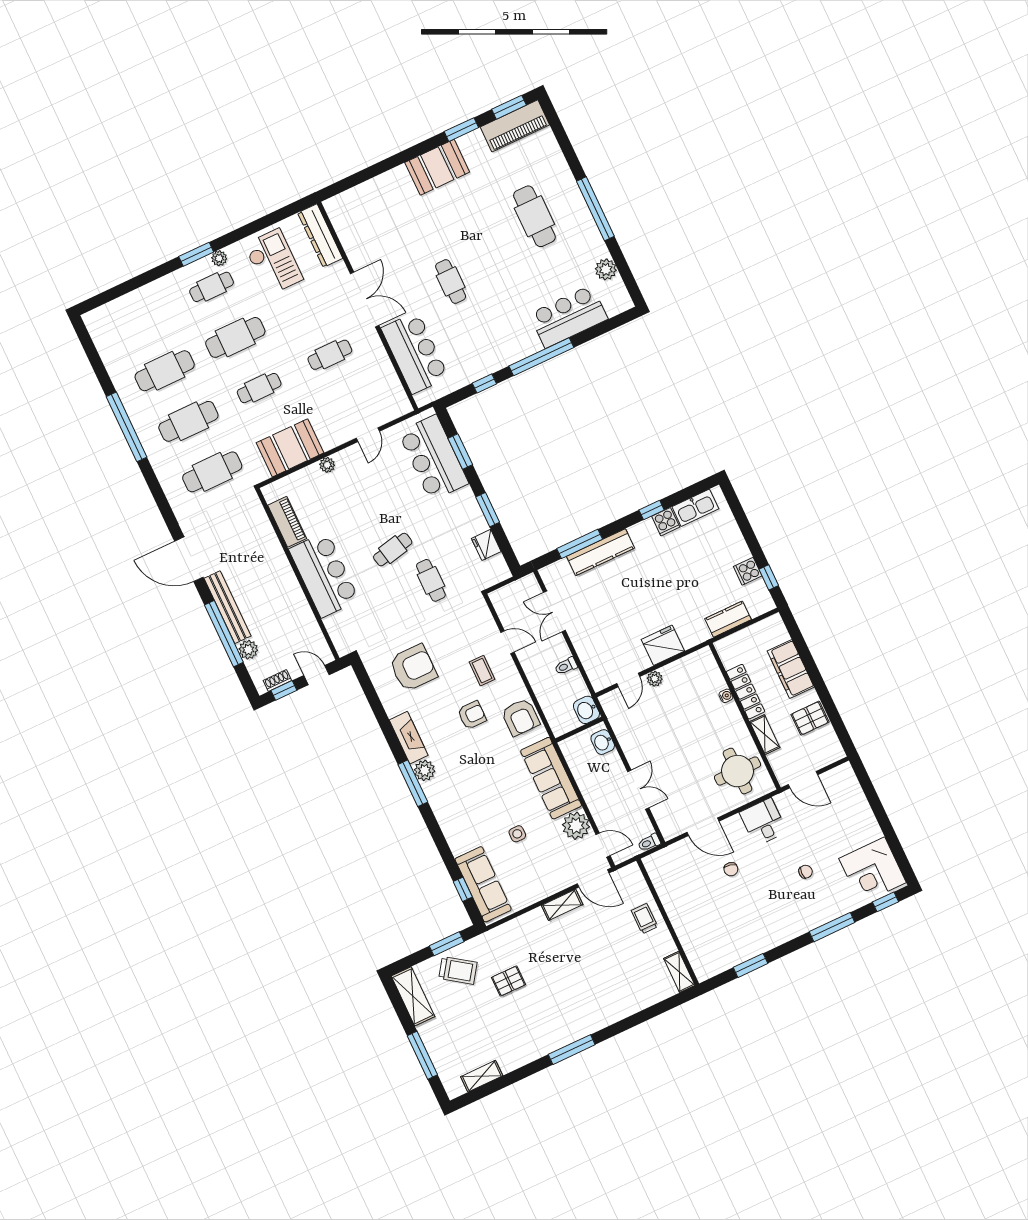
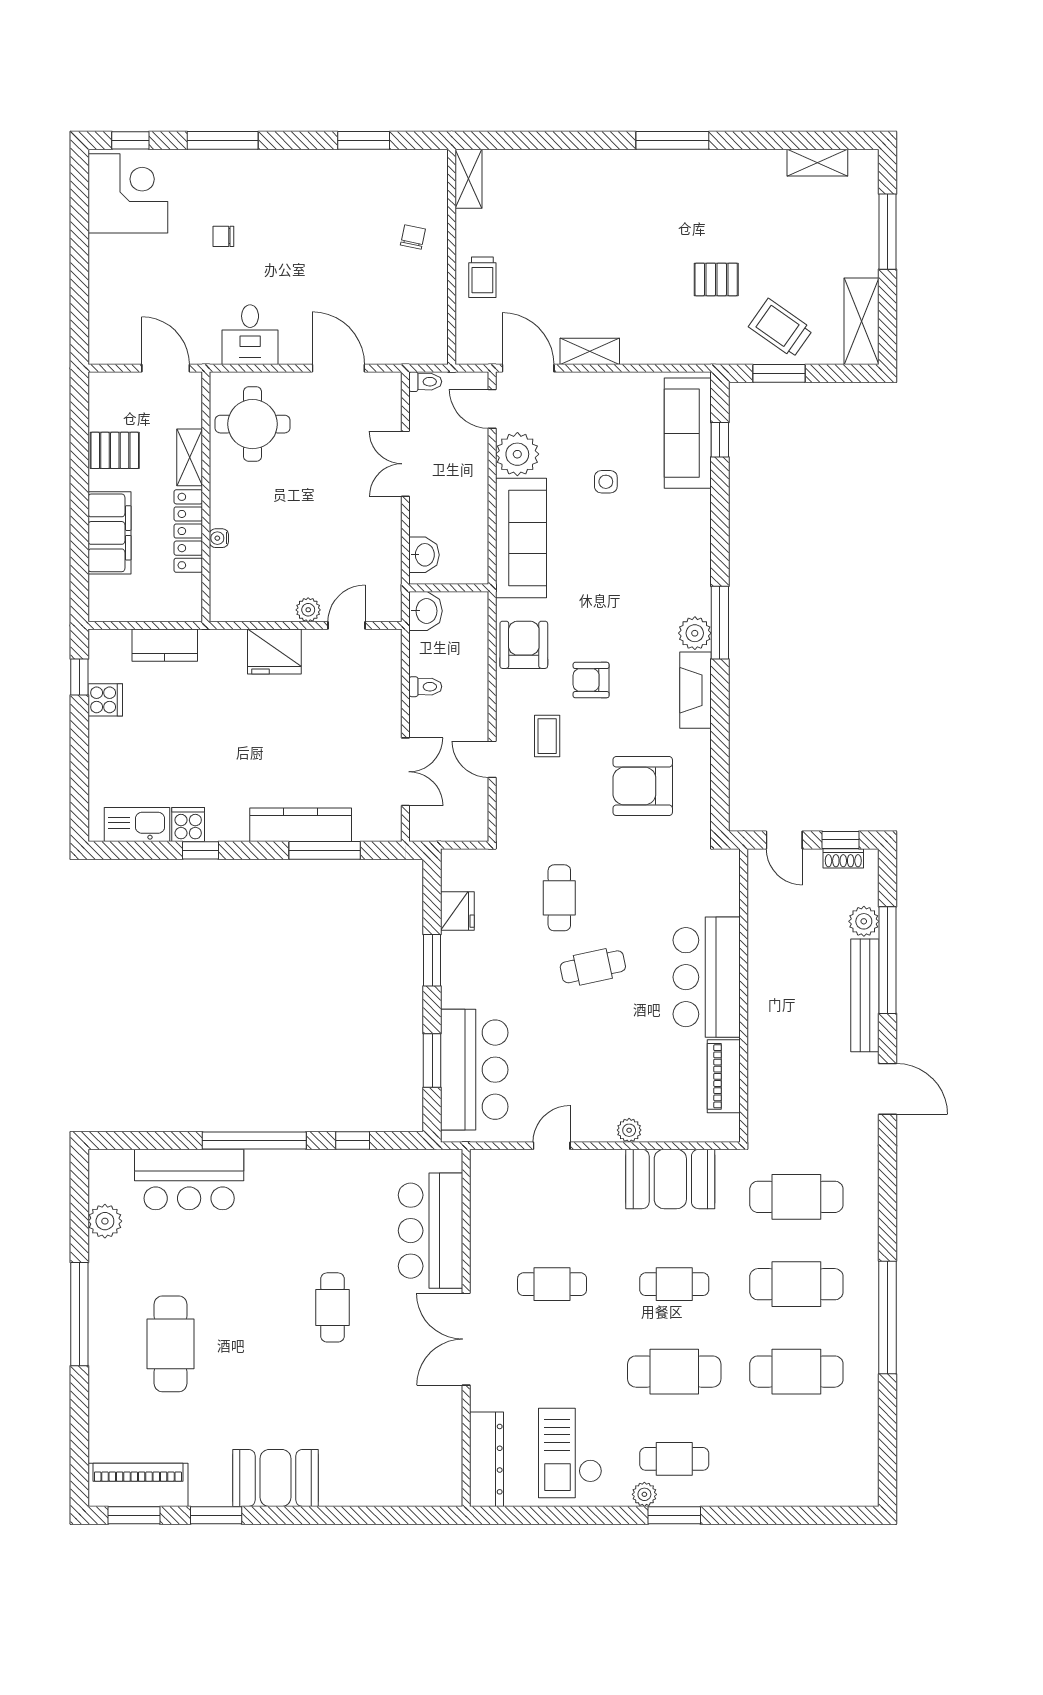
door: (189, 559) -> (888, 1089), width x0.73
chair: (731, 869) -> (413, 237), moved

